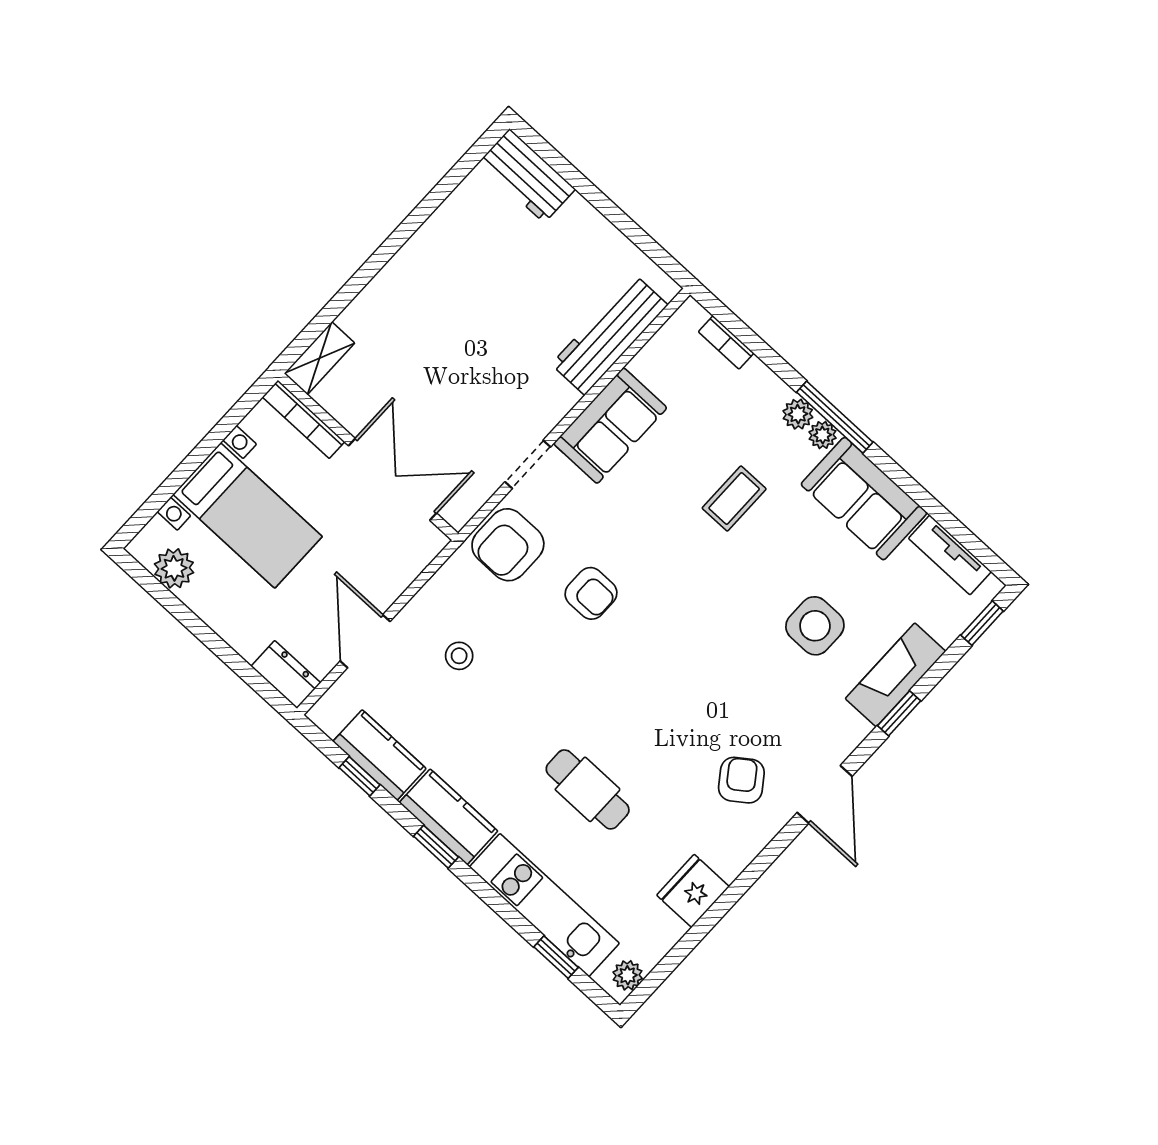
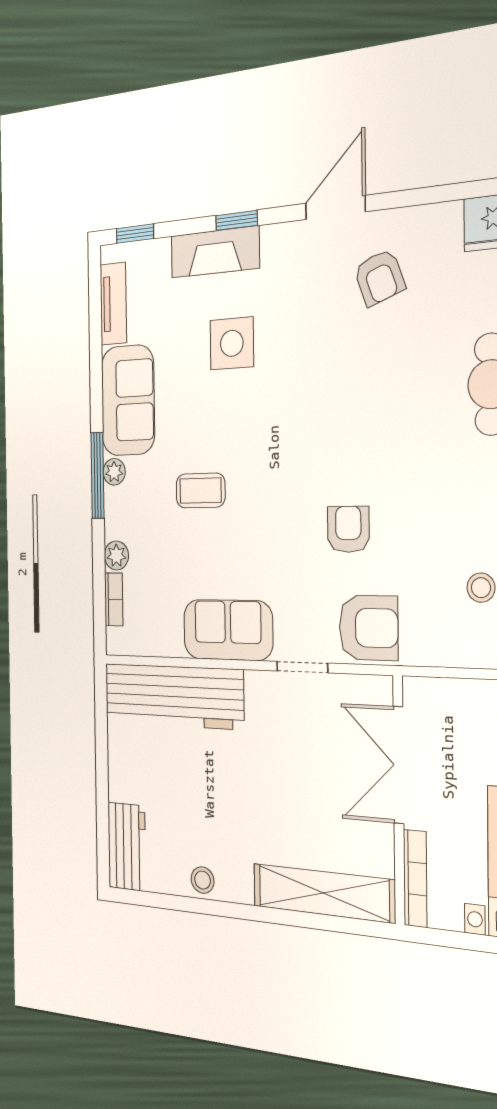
stool: (445, 227) -> (203, 880), added
workbench: (609, 335) -> (173, 696), width x1.36, depth x1.32
shelving: (319, 358) -> (323, 893), width x2.20, depth x1.33
plant: (798, 414) -> (116, 555), moved
armchair: (741, 780) -> (379, 277), turned -74

